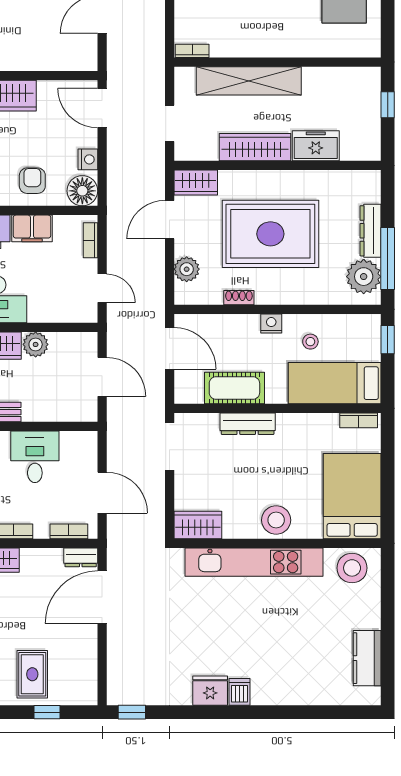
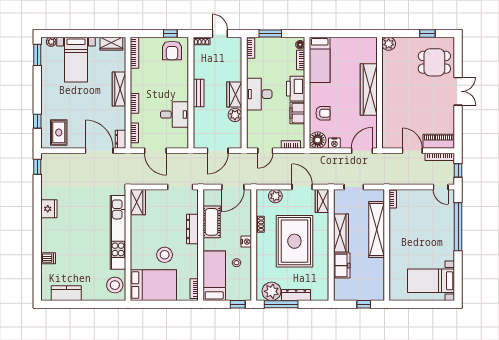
door: (102, 493) -> (155, 151), hinge flipped
stool: (276, 520) -> (165, 255), moved
rug: (32, 674) -> (59, 132), moved, turned 90
dishwasher: (239, 692) -> (48, 258), moved

